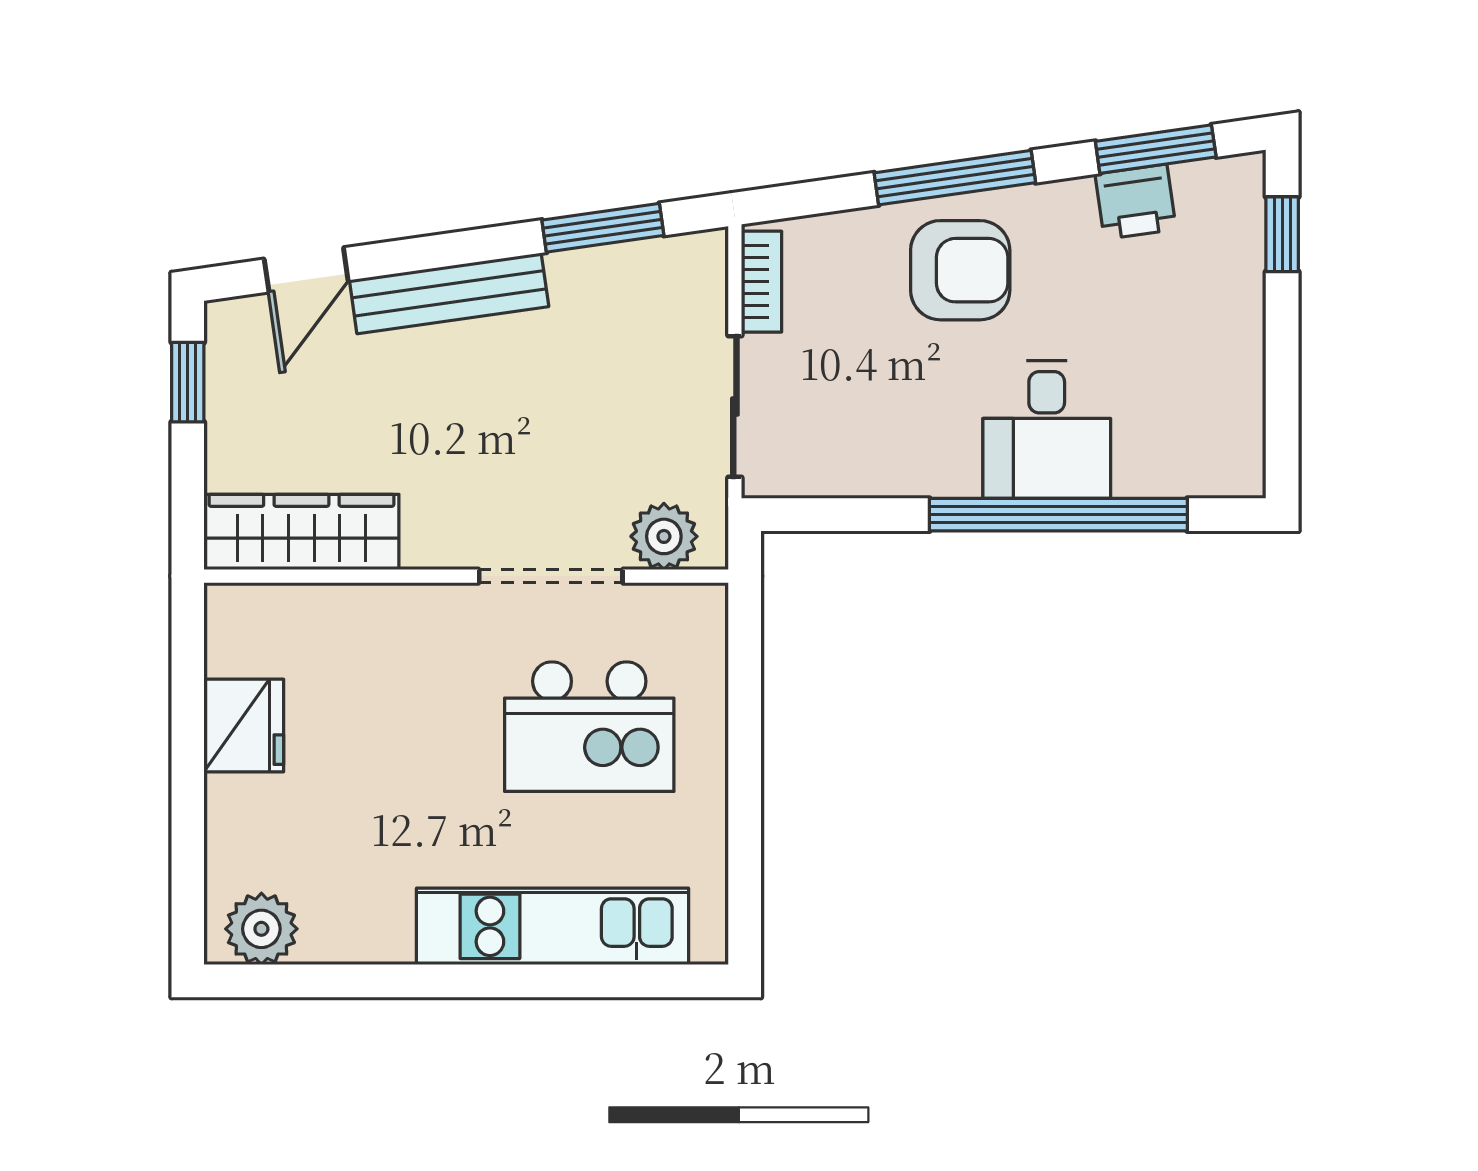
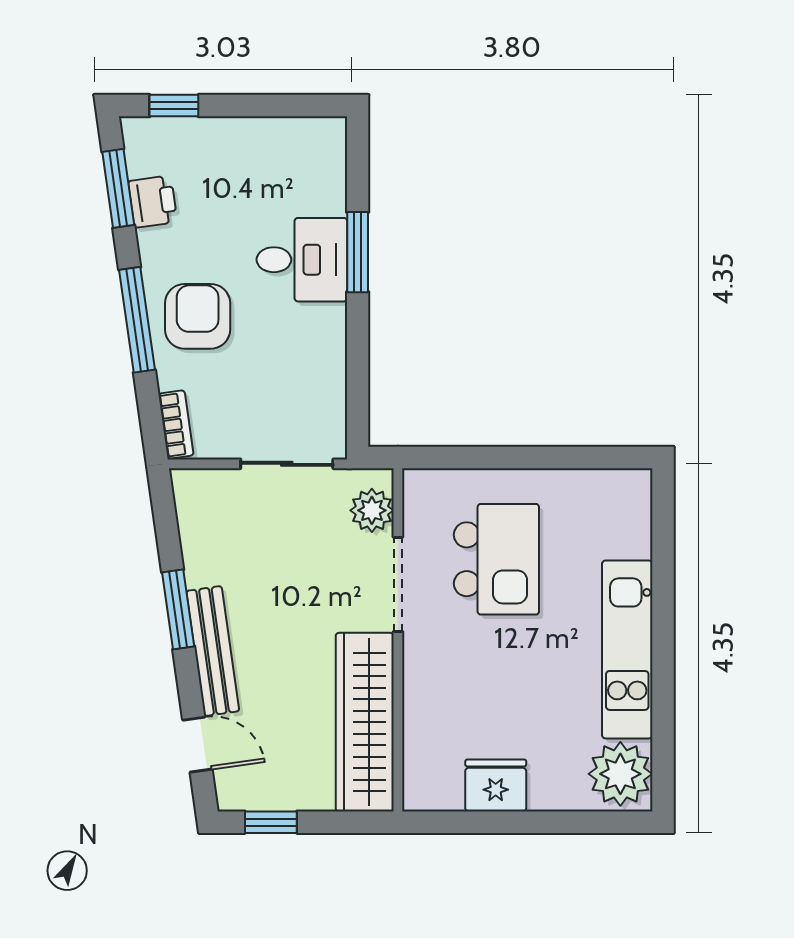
window: (603, 228) -> (178, 609), moved
bookcase: (762, 282) -> (176, 425), moved, turned 82
window: (1058, 515) -> (358, 252), width x0.47
wardrobe: (301, 532) -> (365, 722), width x1.40, depth x1.17
kitchen unit: (552, 926) -> (627, 649), moved
plant: (261, 929) -> (620, 774), width x1.36, depth x1.36

